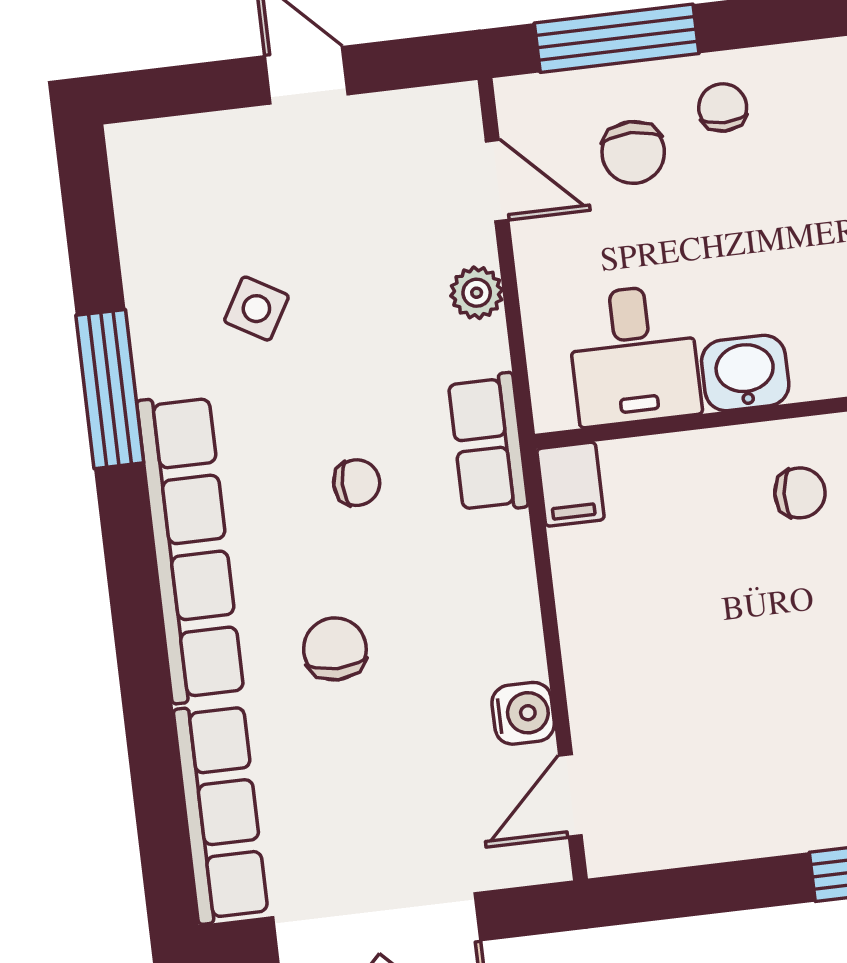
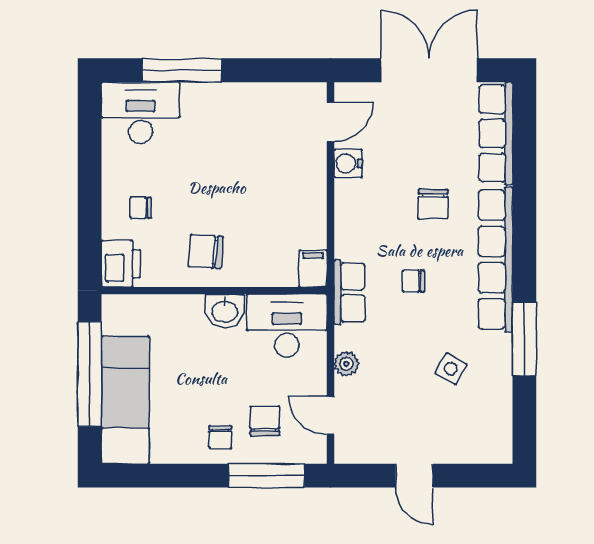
desk: (634, 355) -> (287, 326), width x1.37
chair: (800, 493) -> (206, 252), width x1.37, depth x1.37

